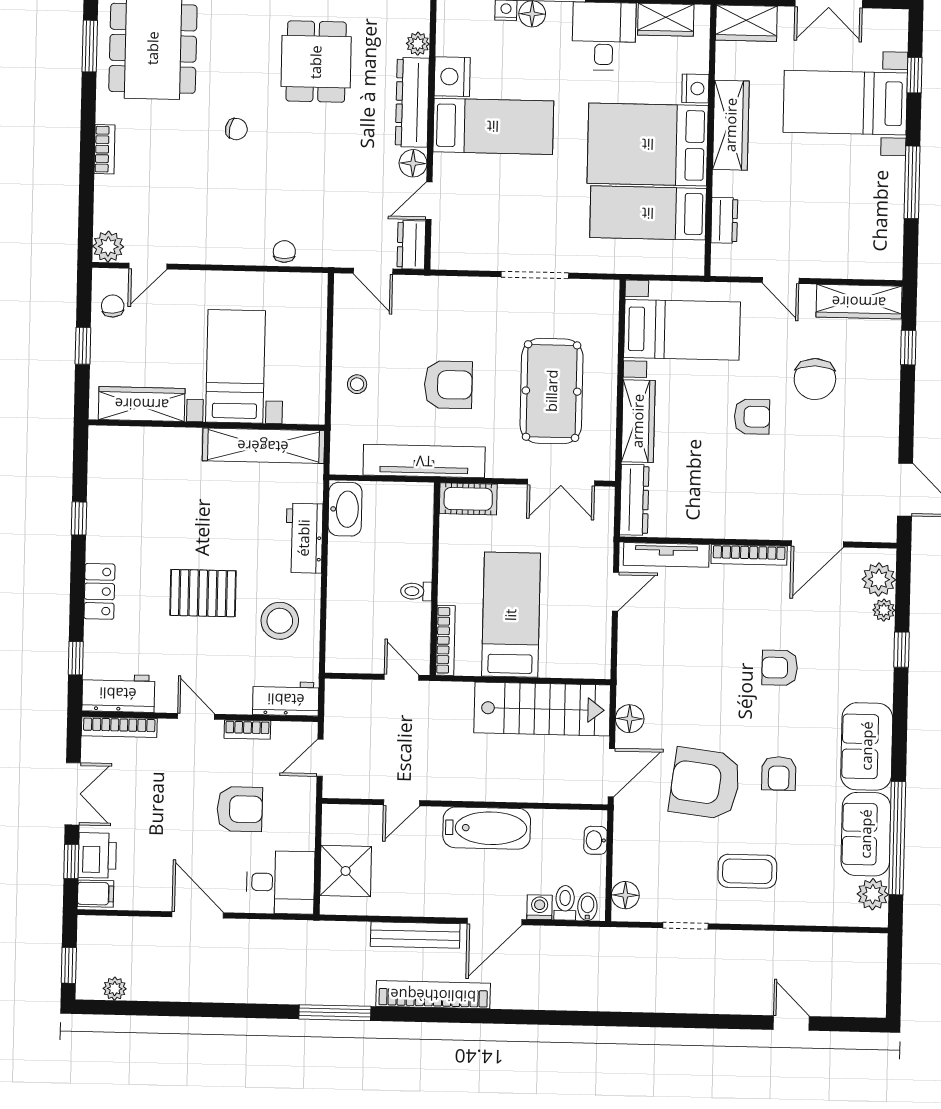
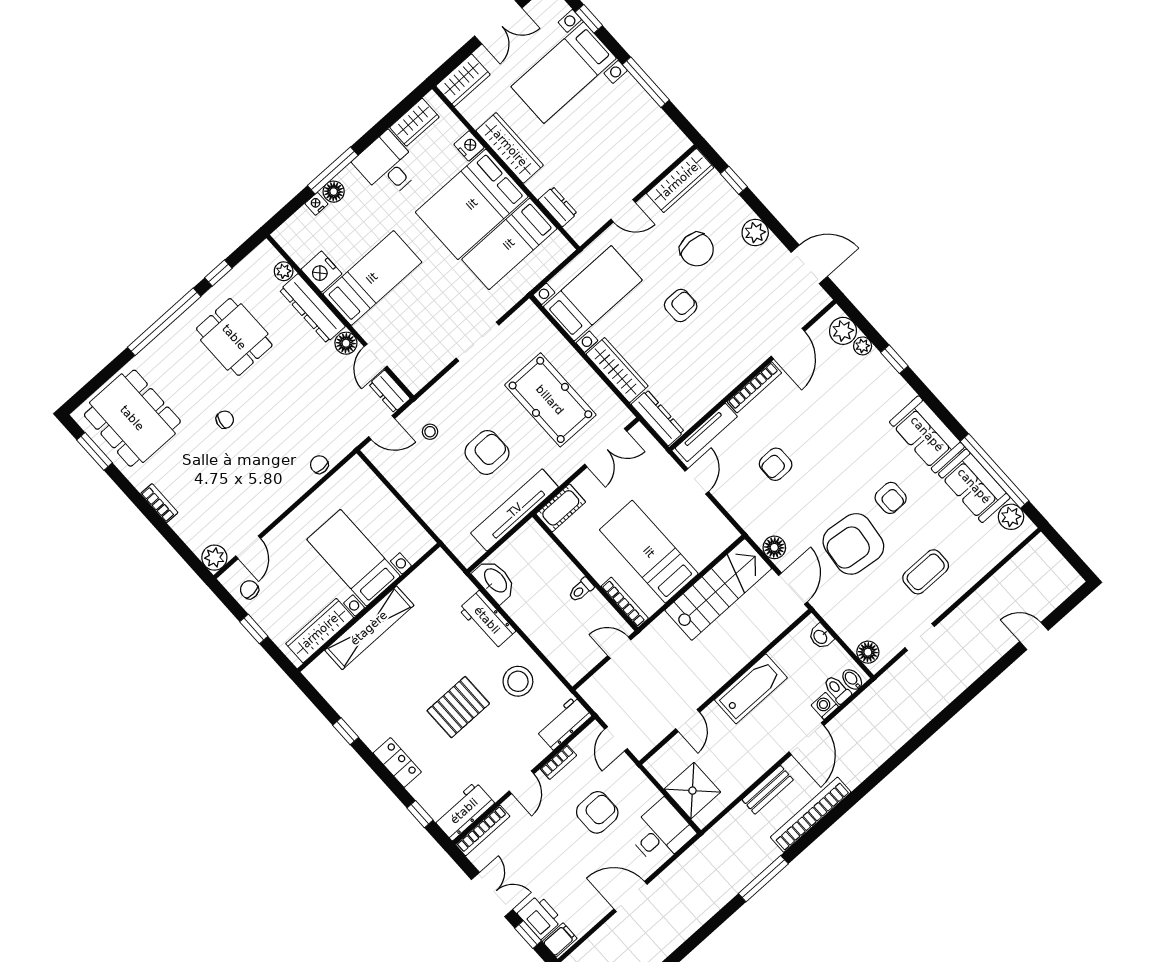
stool: (357, 384) -> (430, 432), moved
plant: (883, 414) -> (755, 232), added
shelving: (263, 446) -> (369, 628), moved
armchair: (780, 668) -> (776, 464), moved
door: (196, 716) -> (521, 782), swing flipped
bench: (415, 935) -> (768, 790), width x0.73

